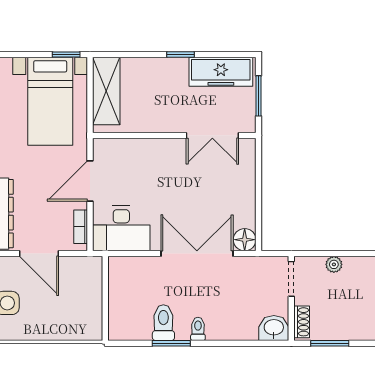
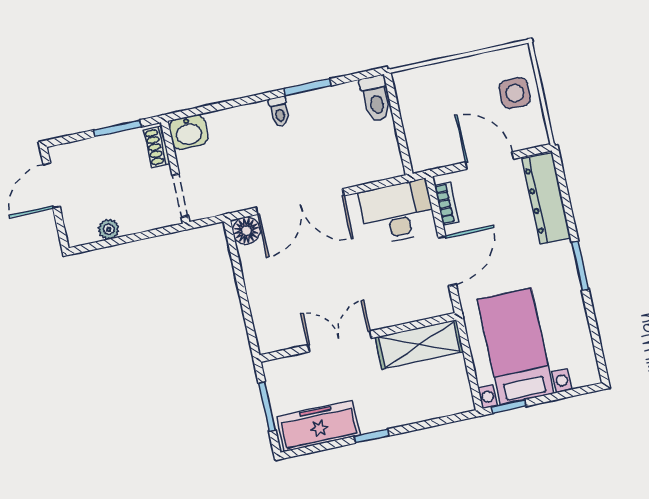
shelving: (106, 91) -> (419, 344), moved, turned 90
double door: (212, 135) -> (340, 341), moved
plant: (334, 264) -> (109, 229), moved
toilet: (163, 323) -> (376, 98), moved

